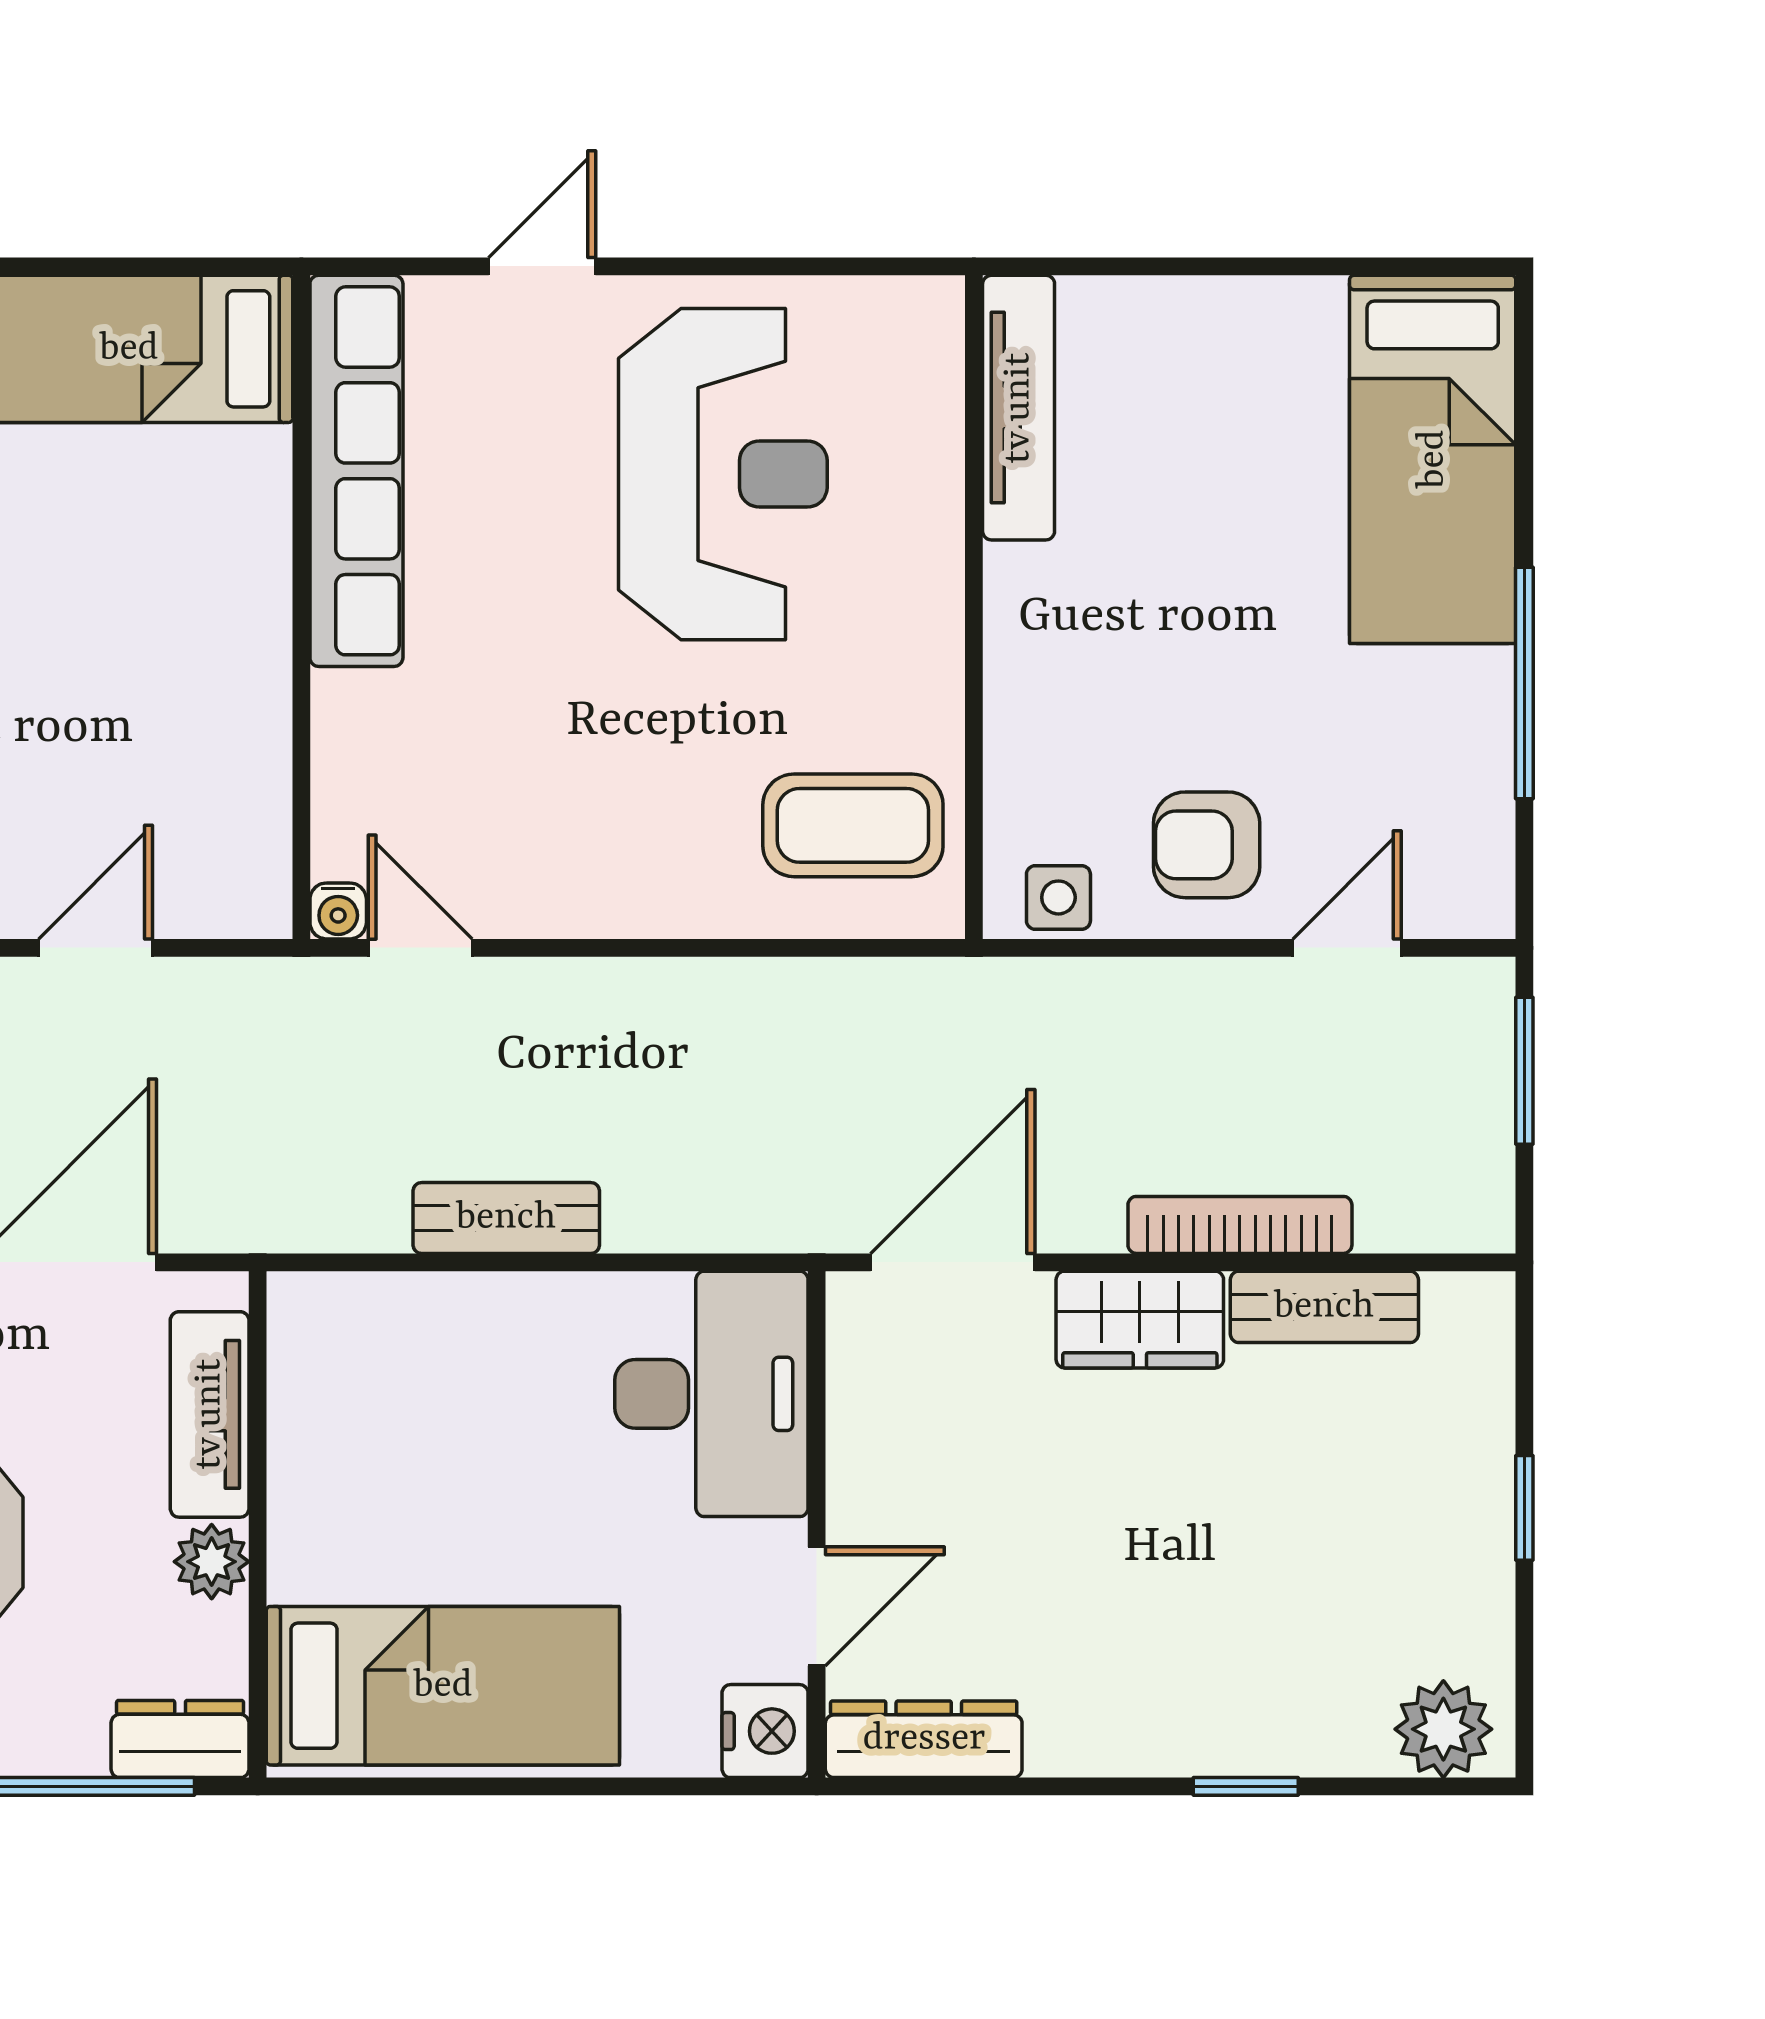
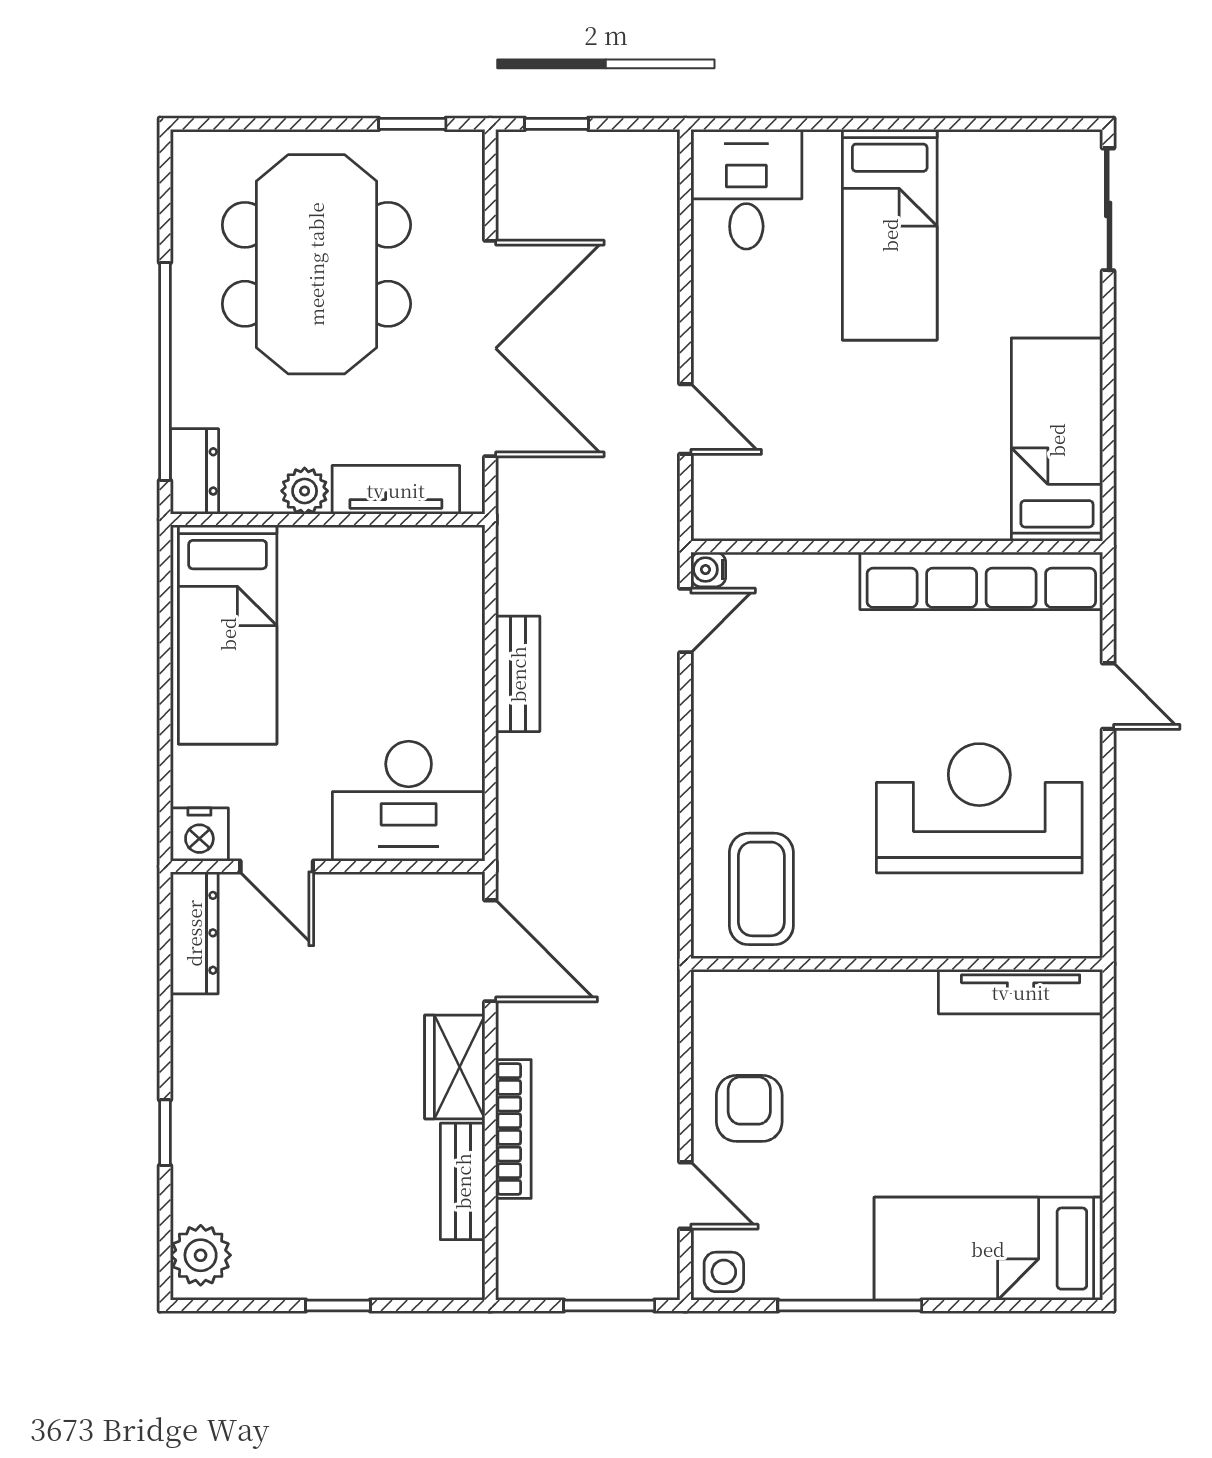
reception desk: (723, 474) -> (979, 808), turned 180
side table: (1058, 897) -> (724, 1272), moved

